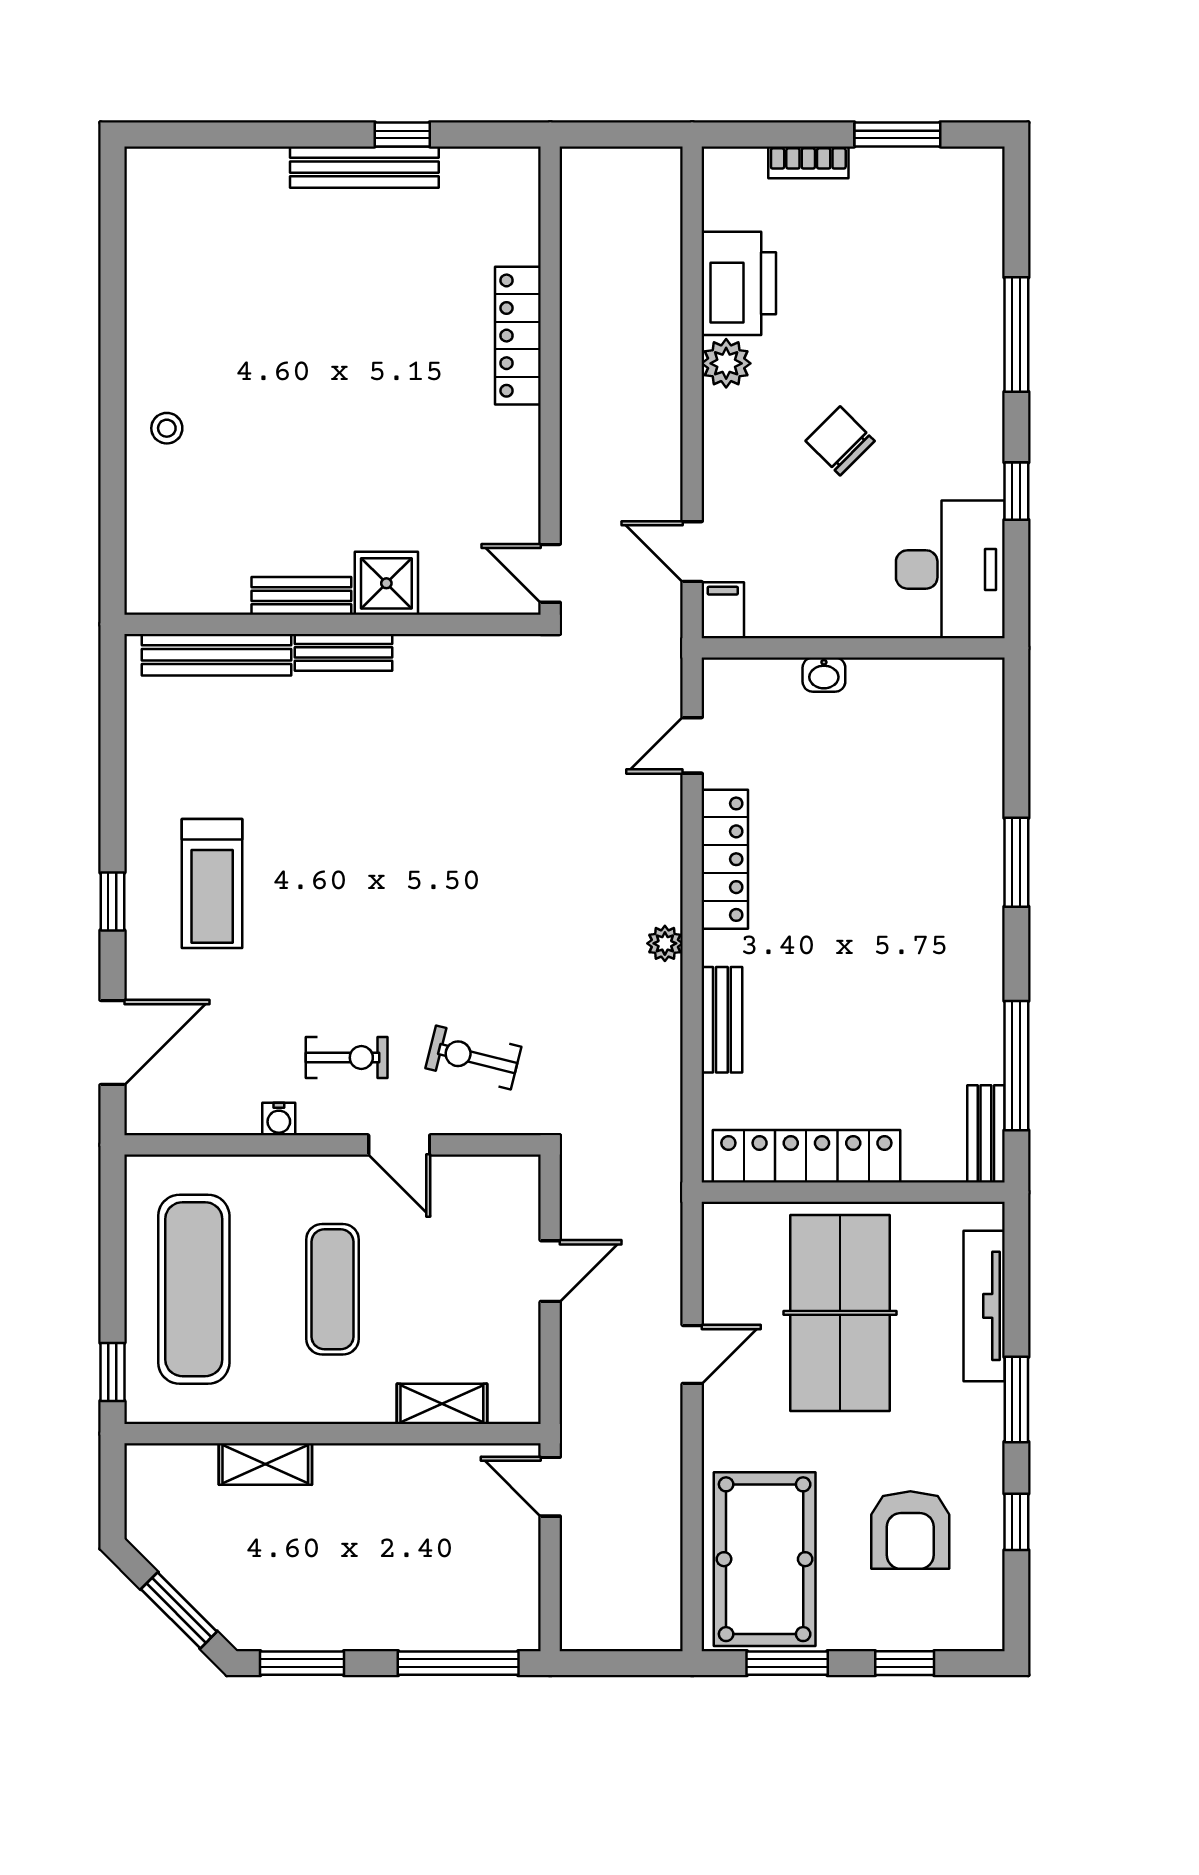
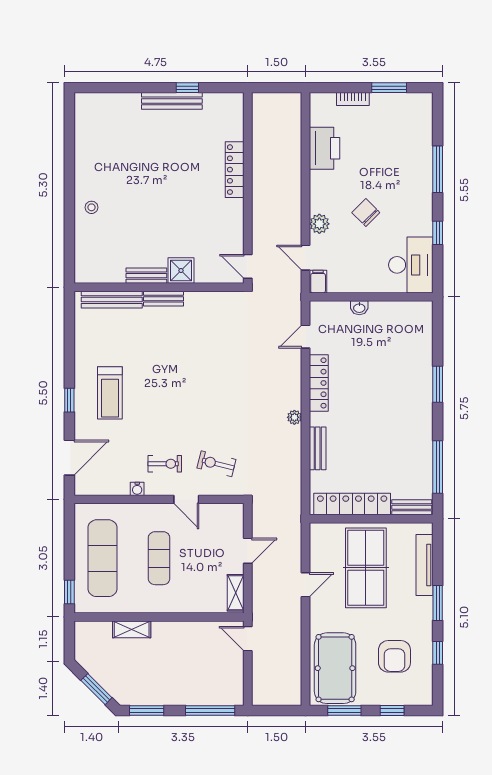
plant: (726, 363) -> (319, 224), moved
bench: (986, 1134) -> (412, 507), moved, turned 90
shelving: (442, 1404) -> (236, 593), moved, turned 90

